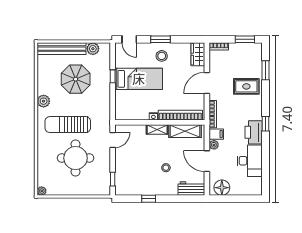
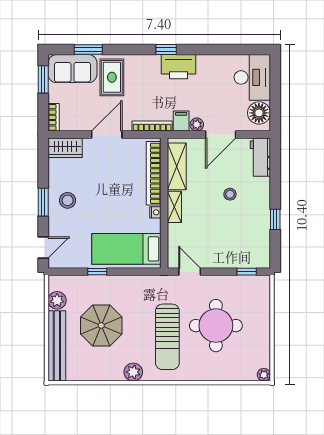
sofa: (252, 59) -> (72, 69), added
bed: (139, 79) -> (126, 249), moved, turned -90
door: (207, 83) -> (107, 135), swing flipped
desk: (250, 161) -> (252, 77), moved, turned 90

